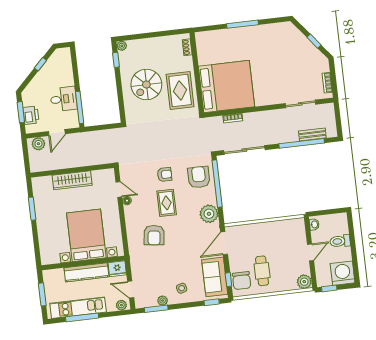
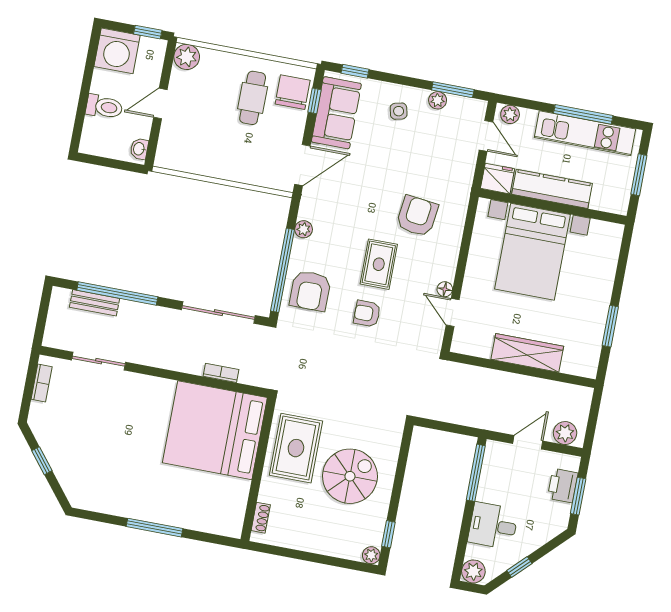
plant: (64, 54) -> (473, 571), added
desk: (63, 99) -> (493, 526), moved
plant: (209, 214) -> (304, 229), width x0.53, depth x0.53

